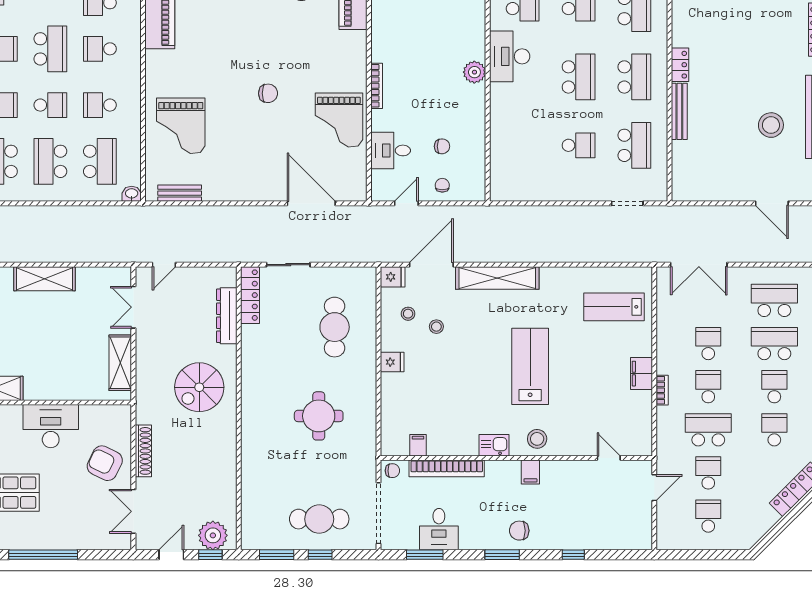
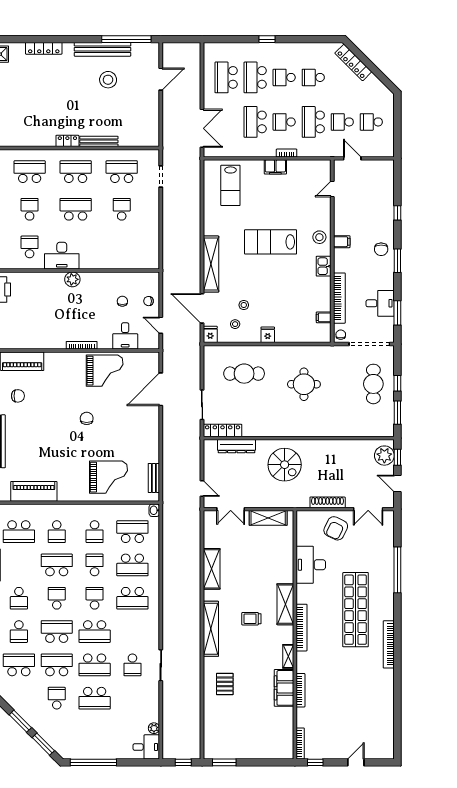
school desk: (708, 344) -> (255, 122), width x1.85

